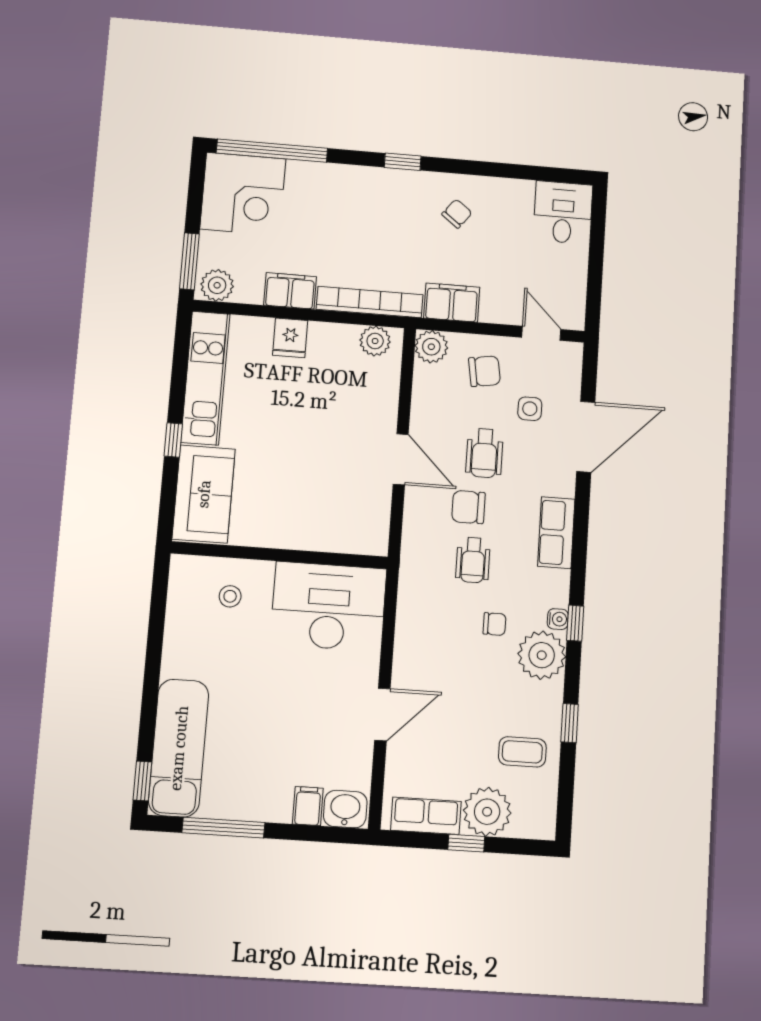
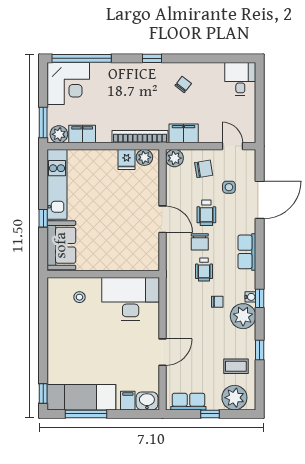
filing cabinet: (290, 291) -> (82, 134), moved
fridge: (290, 338) -> (127, 159), moved
chair: (468, 507) -> (200, 242), turned -90
exam couch: (179, 748) -> (81, 397), moved, turned -90
plant: (487, 812) -> (234, 398), moved

